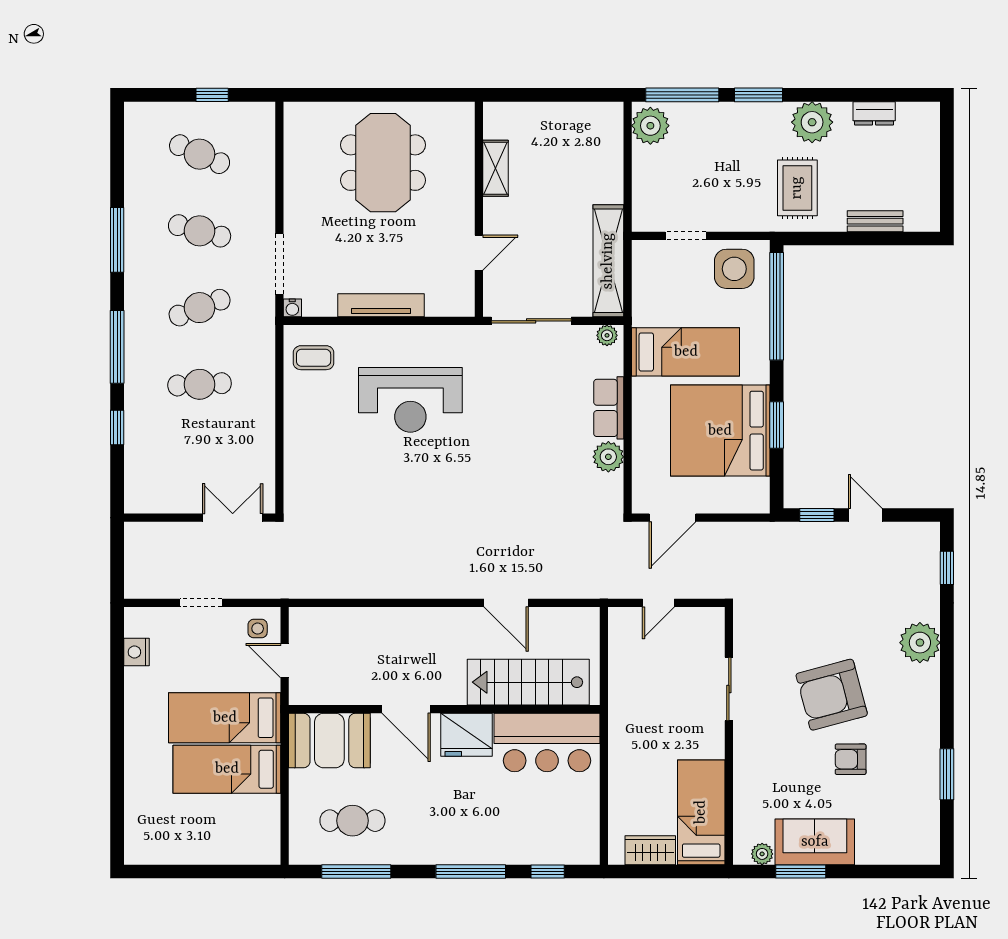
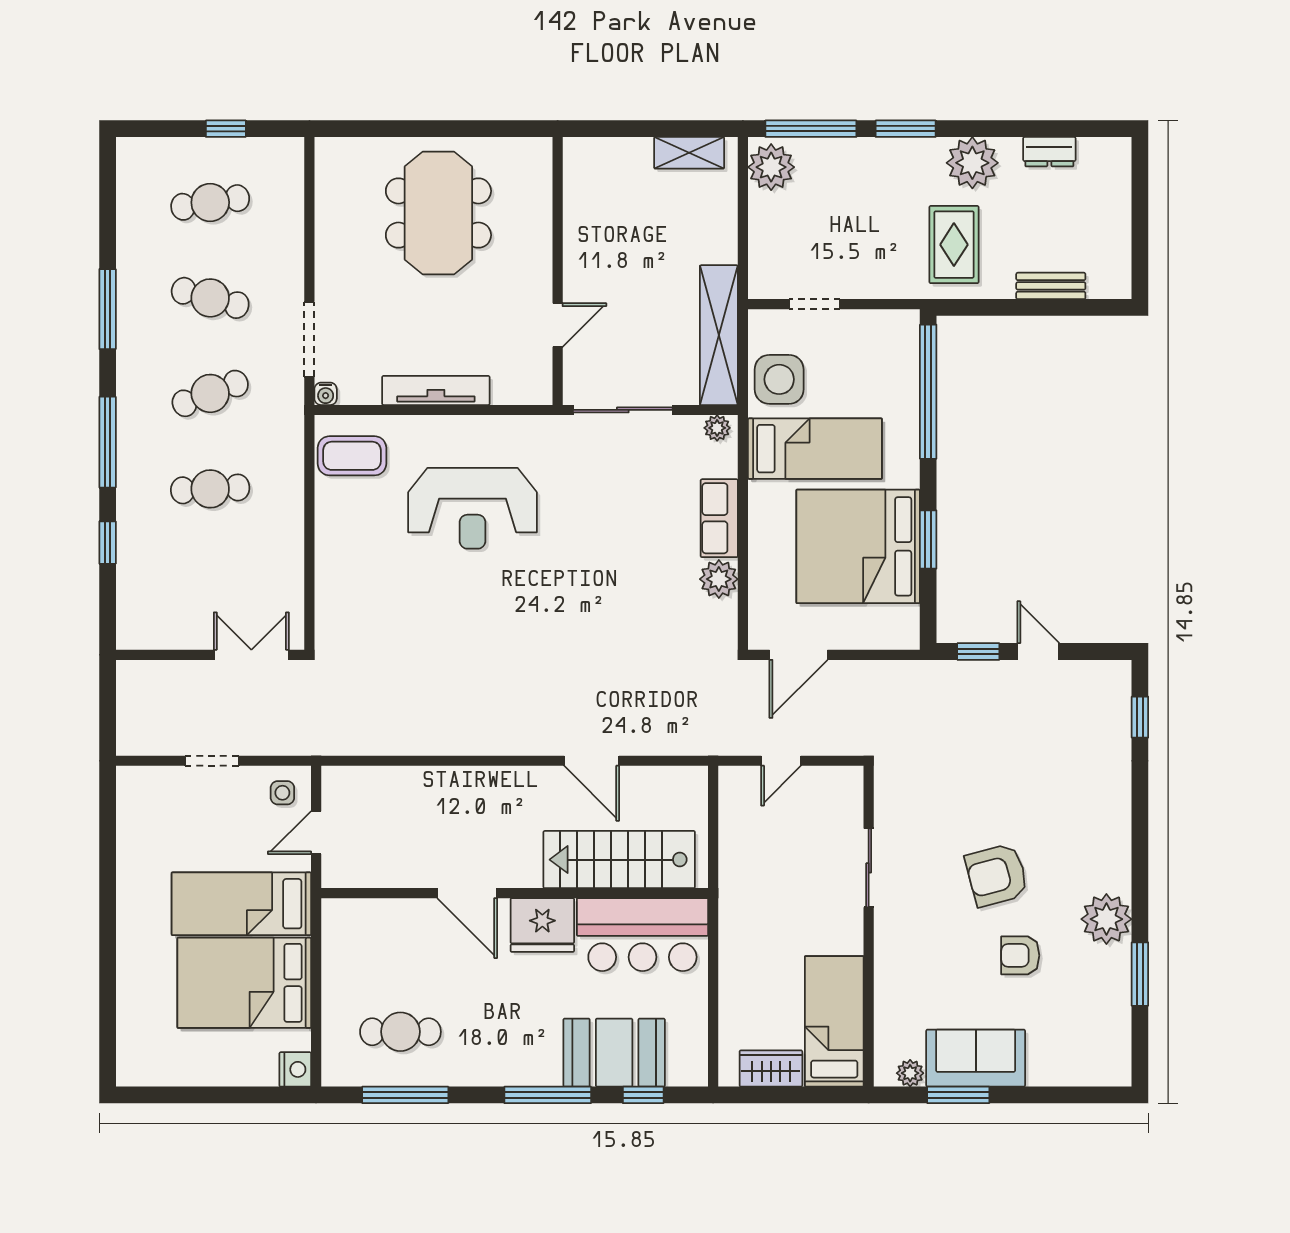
cafe table: (200, 154) -> (210, 202), turned -33
shelving: (495, 168) -> (689, 153), moved, turned 90
side table: (734, 269) -> (779, 379), moved
coffee table: (314, 358) -> (352, 456), width x1.36, depth x1.30
plant: (920, 643) -> (1106, 919), moved
nightstand: (136, 652) -> (295, 1069), moved, turned 180
door: (285, 661) -> (316, 833), hinge flipped
armchair: (832, 695) -> (997, 875), width x0.73, depth x0.73
booth: (329, 741) -> (614, 1053), moved
bed: (227, 769) -> (244, 983), width x1.50

